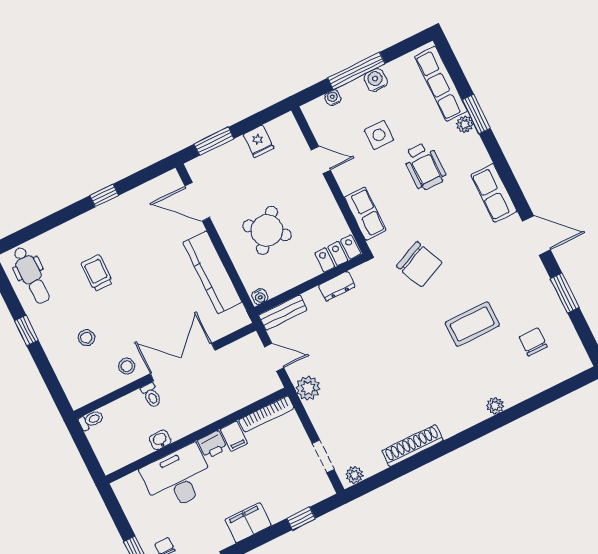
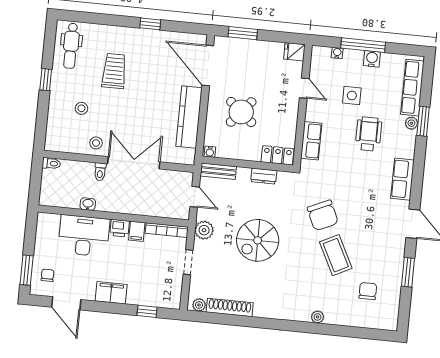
fridge: (258, 141) -> (294, 52), moved, turned 90
wheelchair: (424, 166) -> (369, 134), turned 180
door: (197, 202) -> (208, 65), width x1.36
chair: (419, 264) -> (323, 215), moved
trolley: (97, 273) -> (114, 71), width x1.36, depth x1.39
coffee table: (472, 324) -> (336, 255), turned 63
spiral stairs: (375, 362) -> (258, 240), added
shoe rack: (413, 446) -> (230, 308), moved
doorway: (323, 456) -> (188, 262), moved

